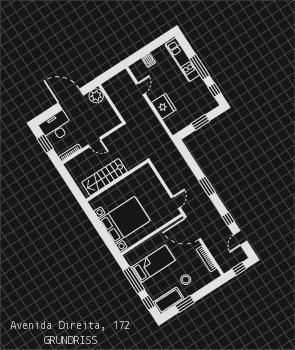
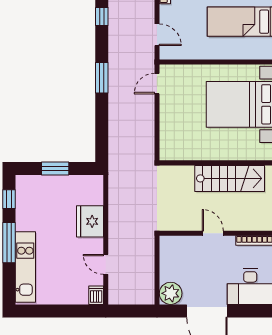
dishwasher: (149, 60) -> (96, 295), moved
door: (141, 89) -> (106, 264), hinge flipped
door: (193, 228) -> (157, 35), width x0.53

